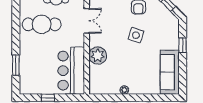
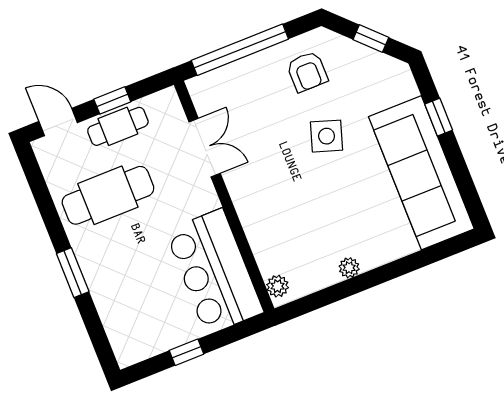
plant: (98, 56) -> (278, 286), moved, width x0.53, depth x0.53
window: (16, 65) -> (73, 273), moved
sofa: (170, 72) -> (421, 173), width x1.36, depth x1.27

